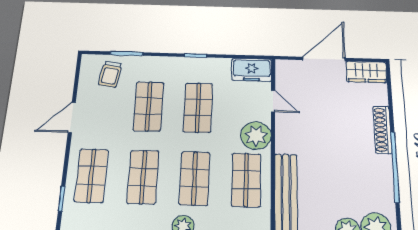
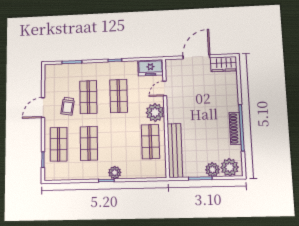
trolley: (110, 74) -> (68, 106), moved
door: (273, 101) -> (165, 88), swing flipped
shoe rack: (382, 130) -> (235, 128), moved
shop shelf: (195, 178) -> (120, 142), removed

